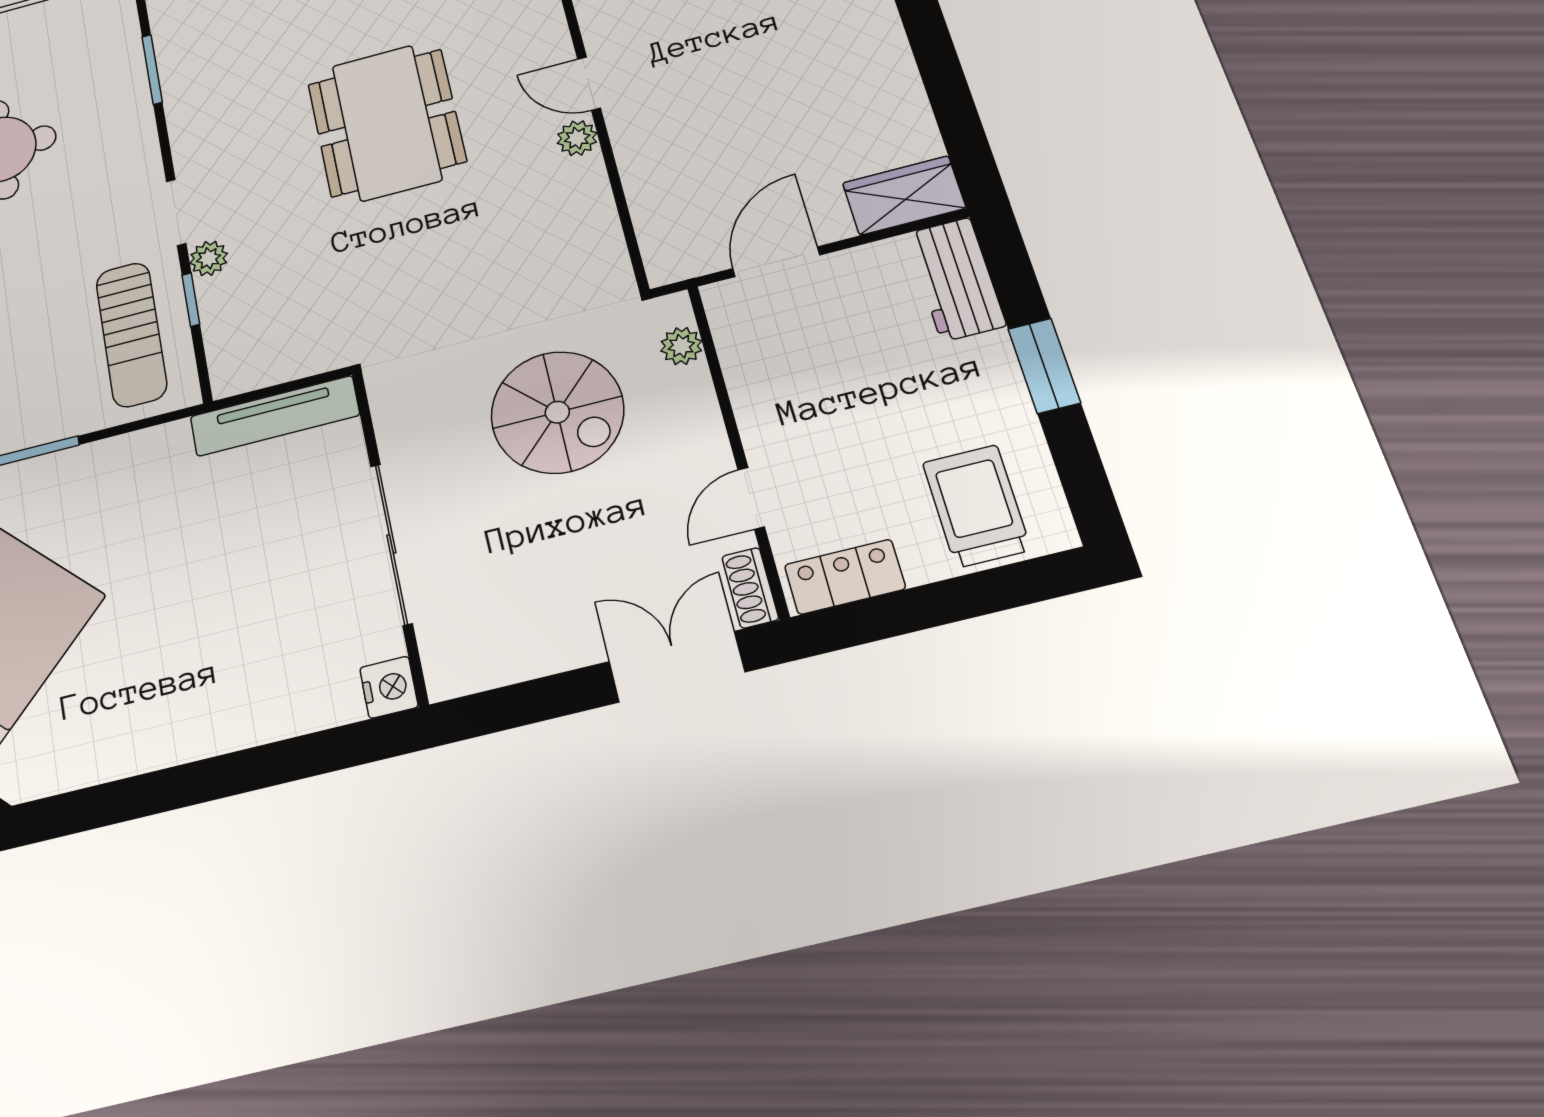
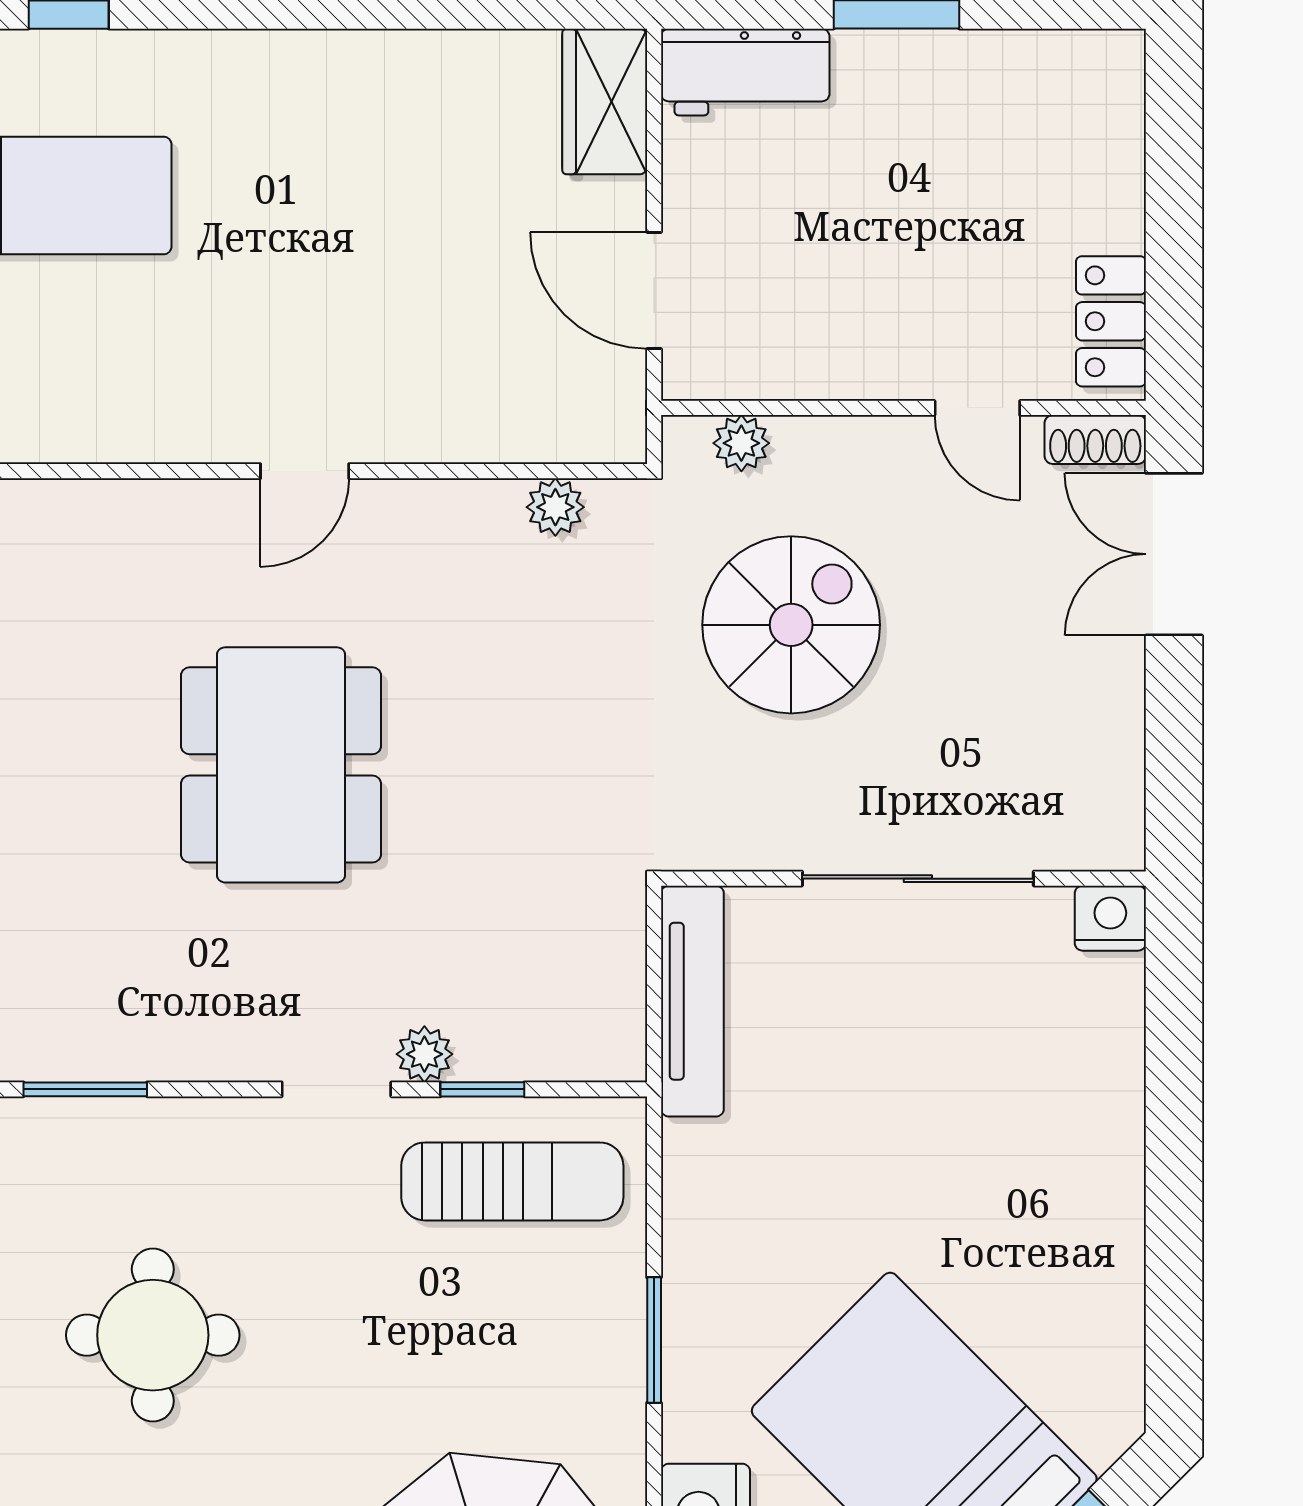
dining table: (387, 123) -> (281, 765), turned 90
plant: (577, 138) -> (555, 507), moved
trolley: (976, 506) -> (1061, 138), removed

